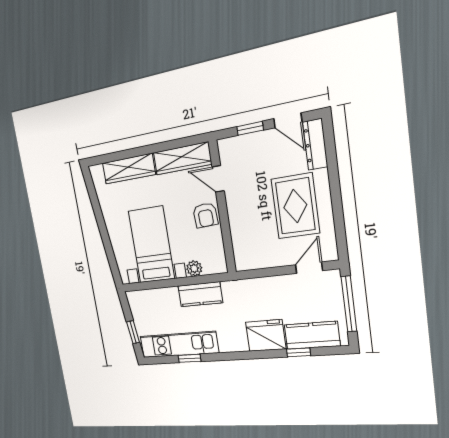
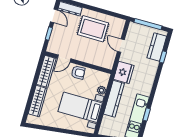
door: (288, 120) -> (54, 16), hinge flipped
door: (309, 268) -> (121, 46), moved
kitchen counter: (200, 294) -> (114, 99), width x1.50
fridge: (266, 336) -> (124, 72), moved, turned 180

